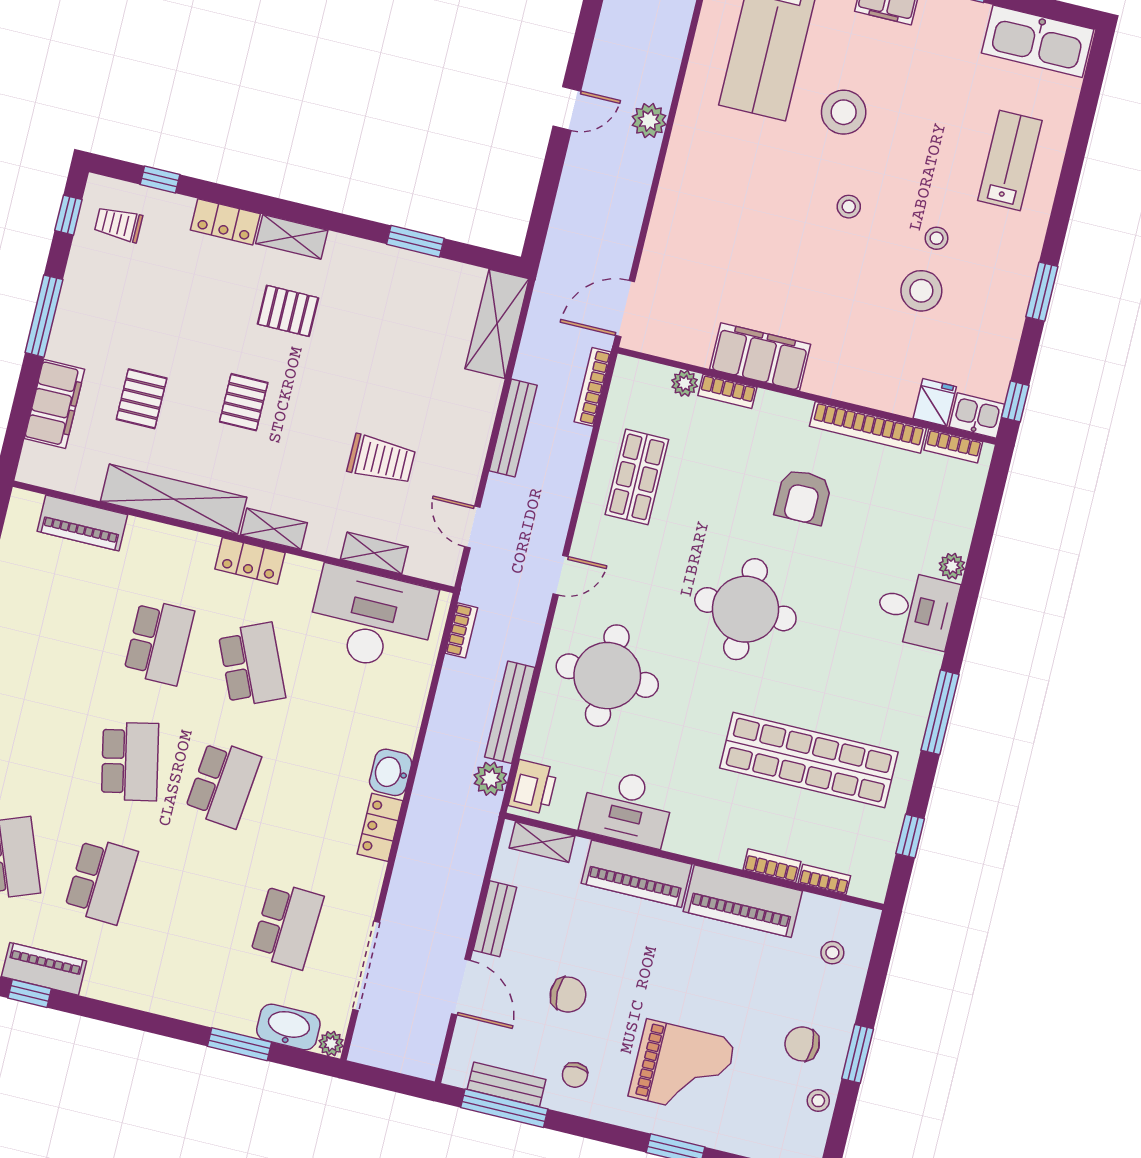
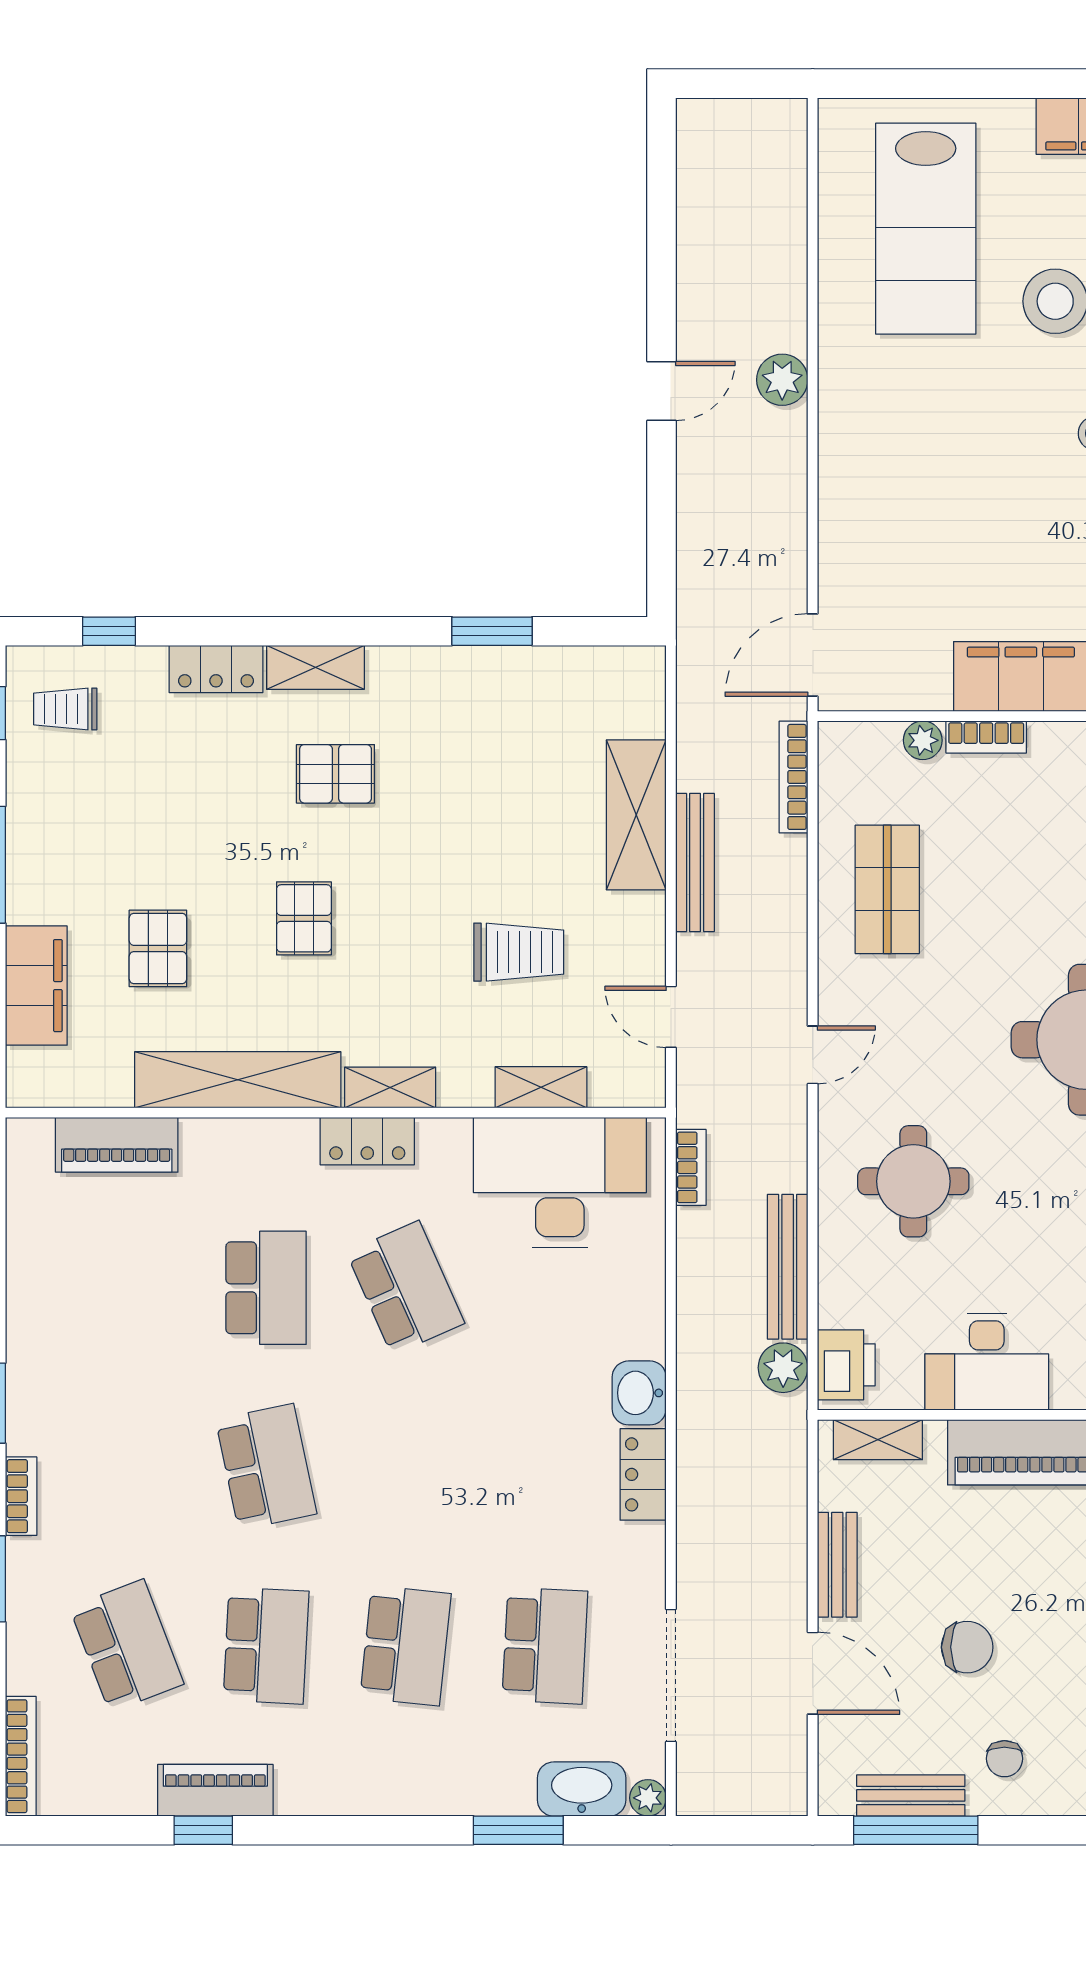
shelving: (497, 324) -> (636, 815), moved
round table: (607, 676) -> (913, 1181), width x0.73, depth x0.73
school desk: (223, 784) -> (406, 1646), moved

